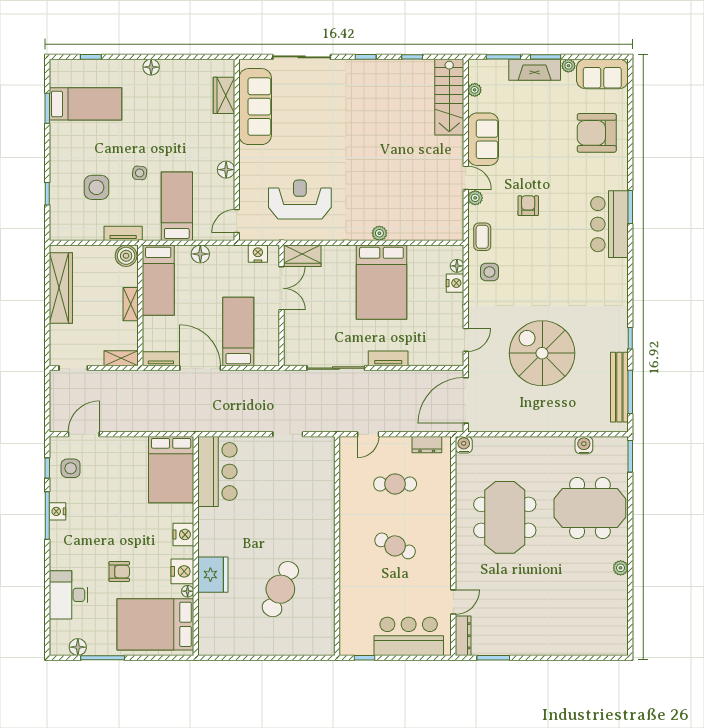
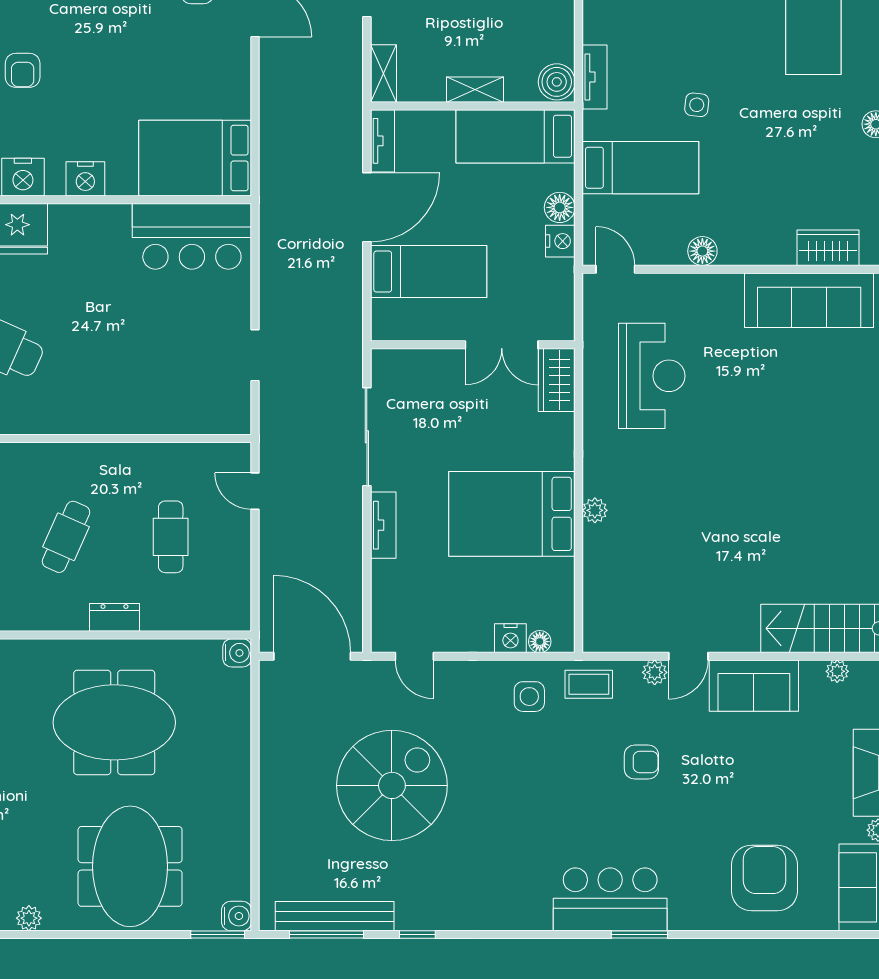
side table: (96, 187) -> (672, 32), removed
nightstand: (258, 254) -> (560, 241), moved
dresser: (427, 445) -> (114, 617), moved, turned 90
water cooler: (584, 445) -> (237, 916), moved

